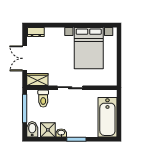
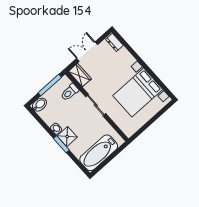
shower: (48, 130) -> (67, 137), moved

